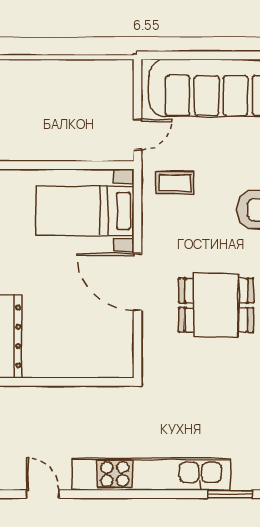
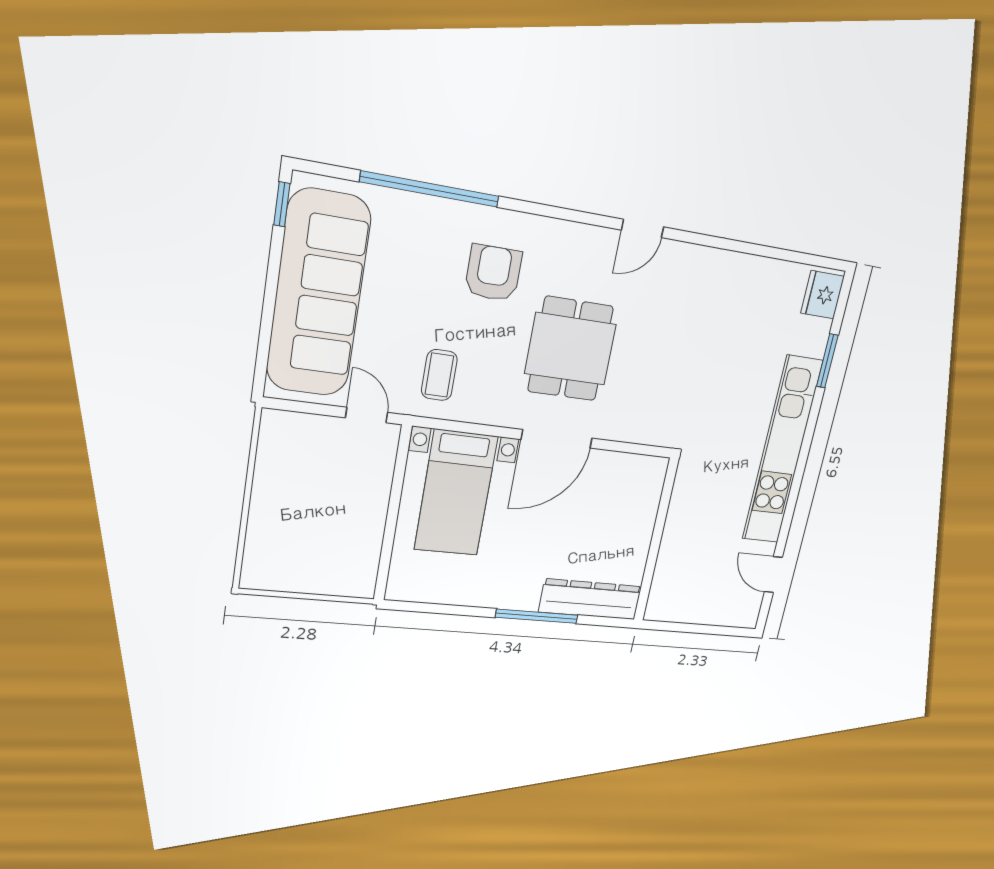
dining table: (216, 305) -> (570, 349), moved
door: (43, 494) -> (773, 575), hinge flipped

